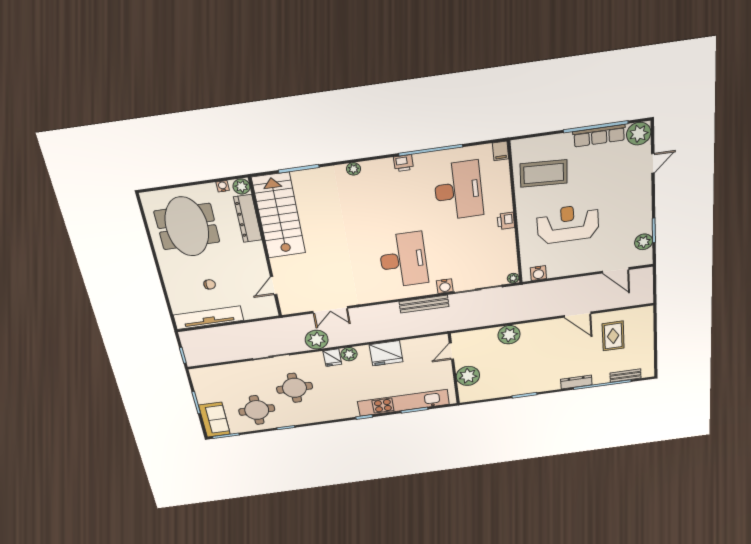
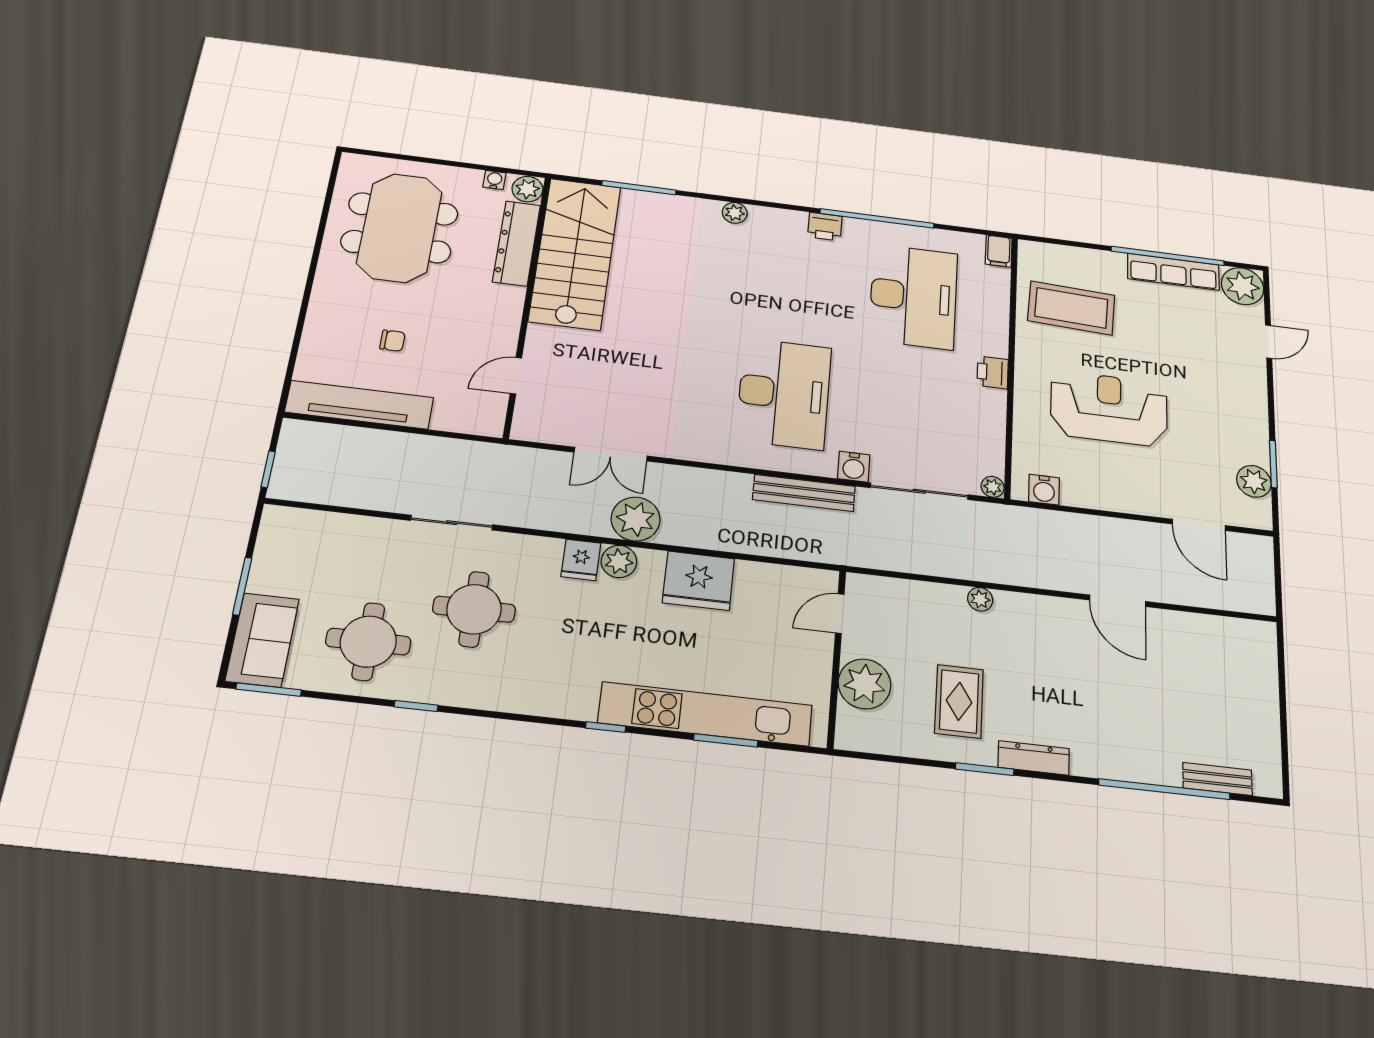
plant: (509, 335) -> (980, 599), width x0.53, depth x0.53
rug: (613, 336) -> (959, 701), moved
plant: (317, 340) -> (636, 519), moved
dresser: (576, 382) -> (1034, 758), moved

